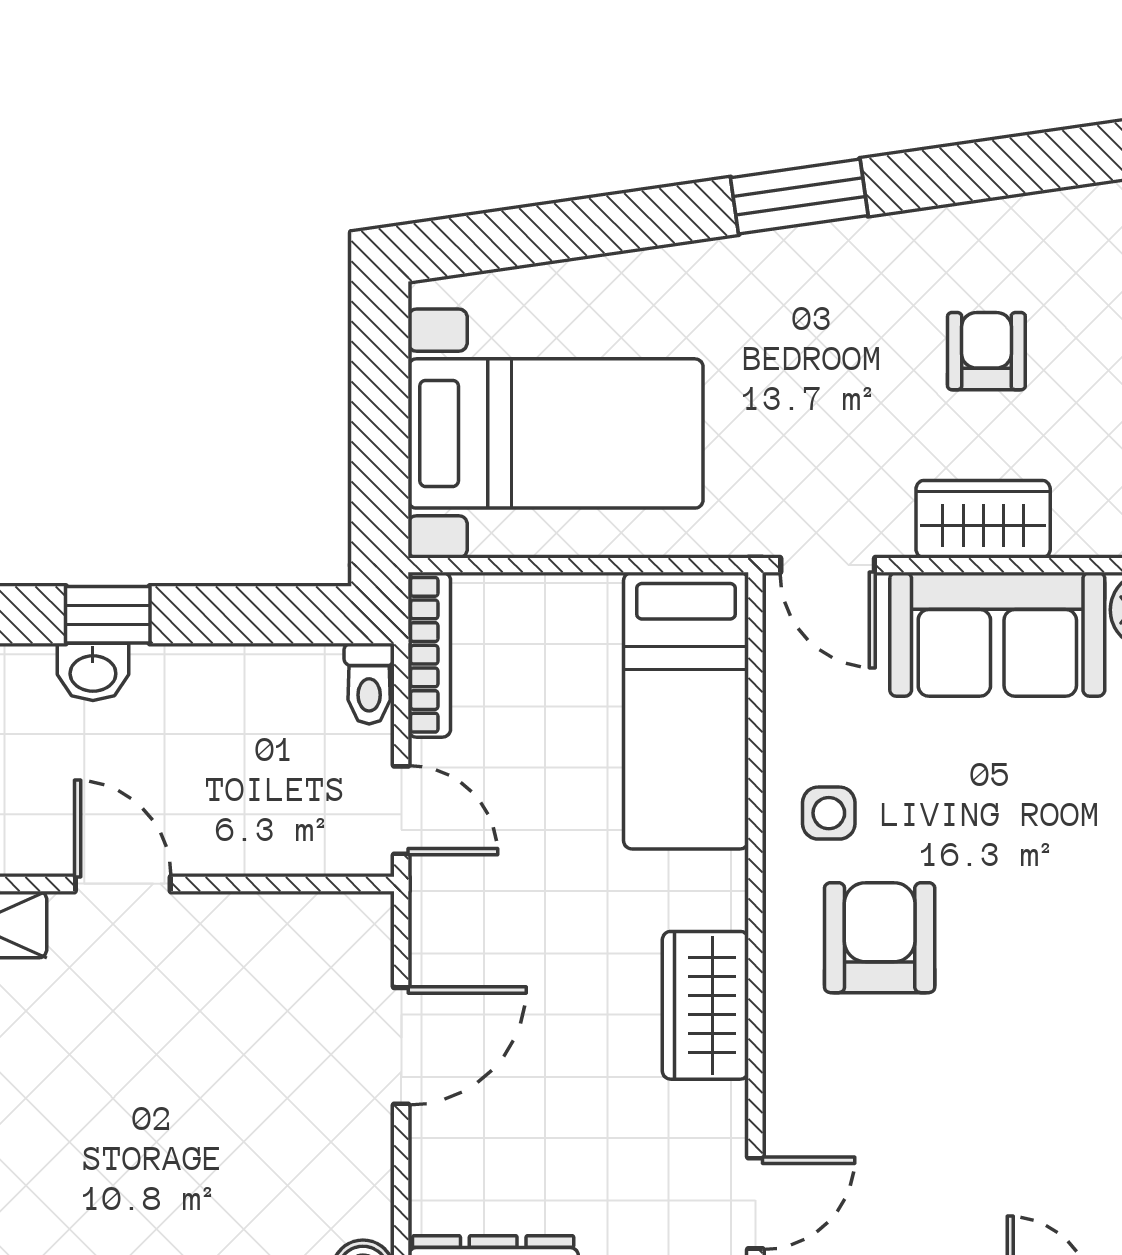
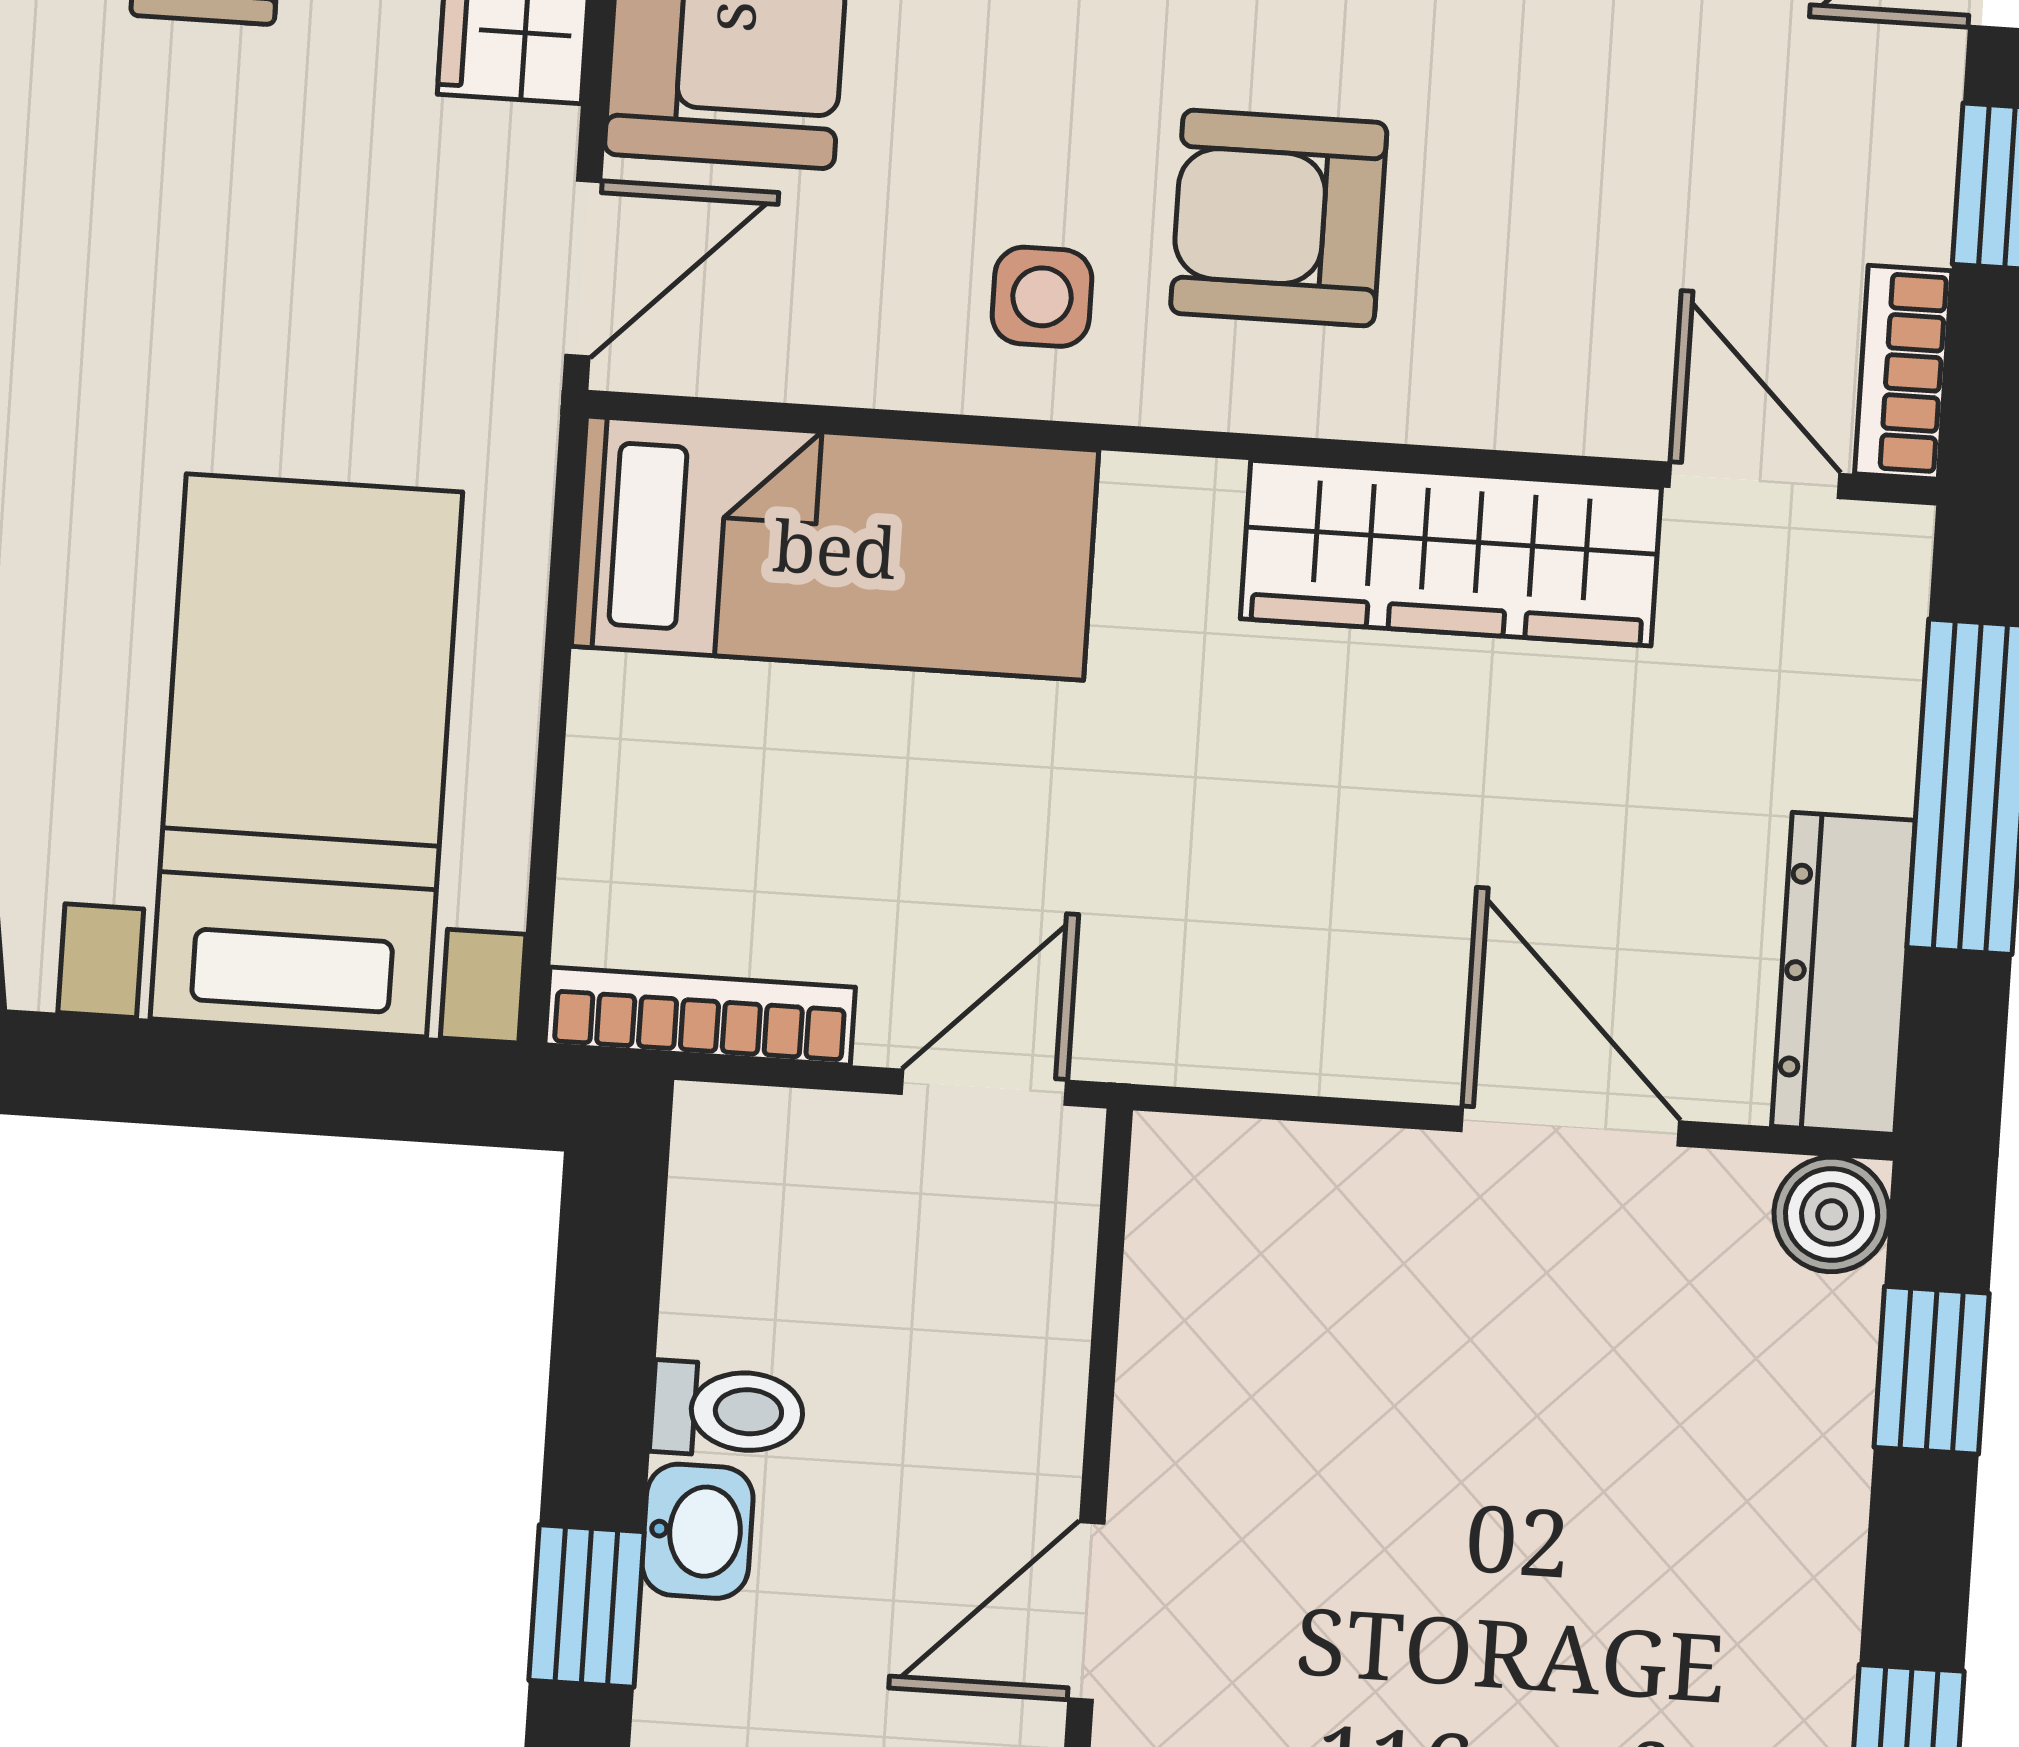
washbasin: (93, 672) -> (698, 1531), moved
toilet: (369, 684) -> (727, 1410), moved
wardrobe: (705, 1005) -> (1451, 553), width x1.50
door: (401, 1046) -> (1570, 1126), moved

